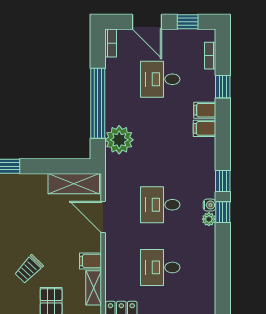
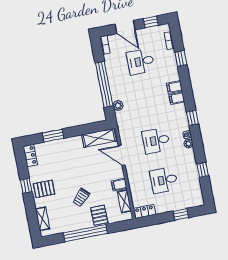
filing cabinet: (205, 110) -> (177, 98), moved
plant: (119, 140) -> (118, 106), width x0.53, depth x0.53
window: (223, 212) -> (203, 170), moved

